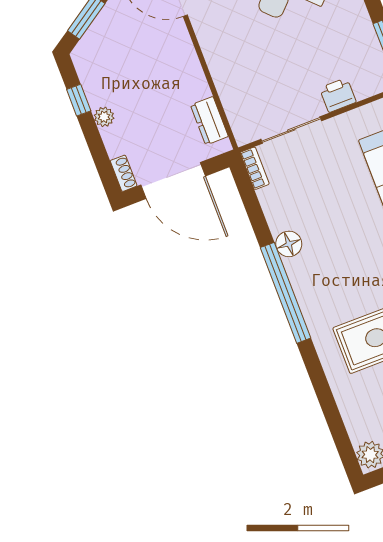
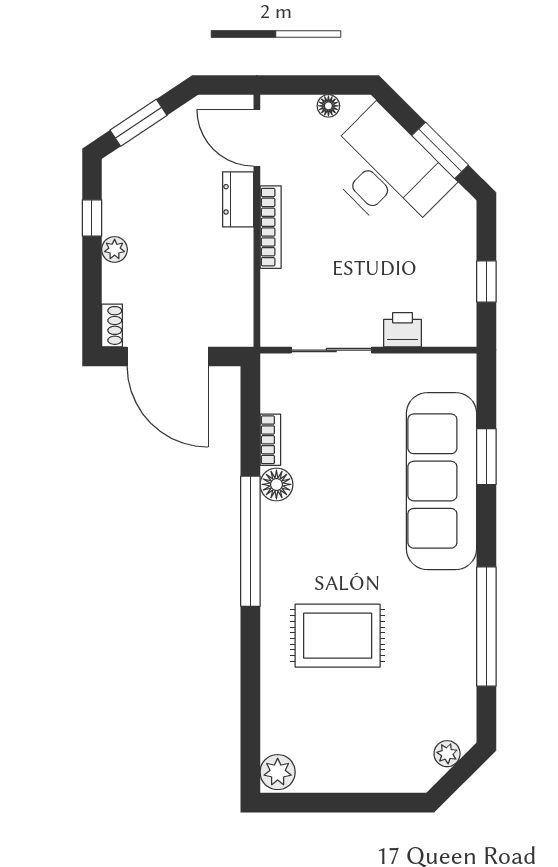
bookcase: (212, 57) -> (271, 227), added
dresser: (209, 121) -> (238, 199), moved
bookcase: (255, 168) -> (270, 440), moved

